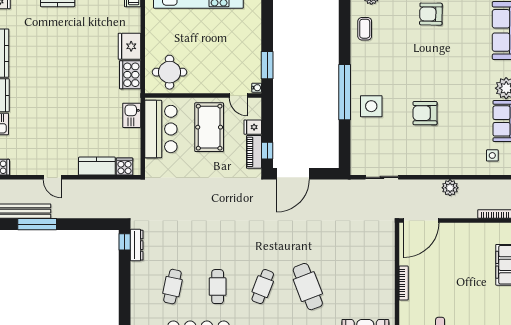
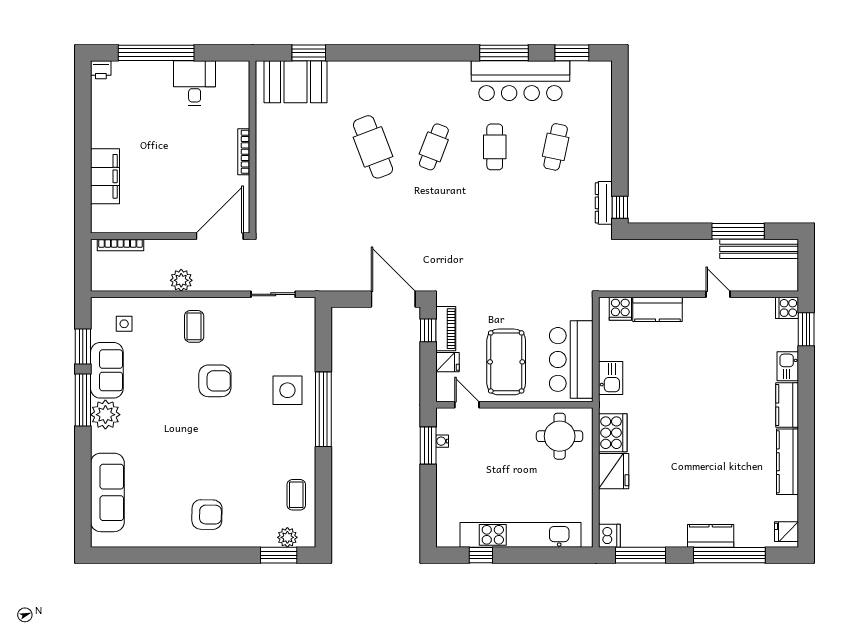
water cooler: (257, 88) -> (442, 441), moved
coffee table: (440, 154) -> (194, 326), added
door: (293, 174) -> (393, 299), hinge flipped

